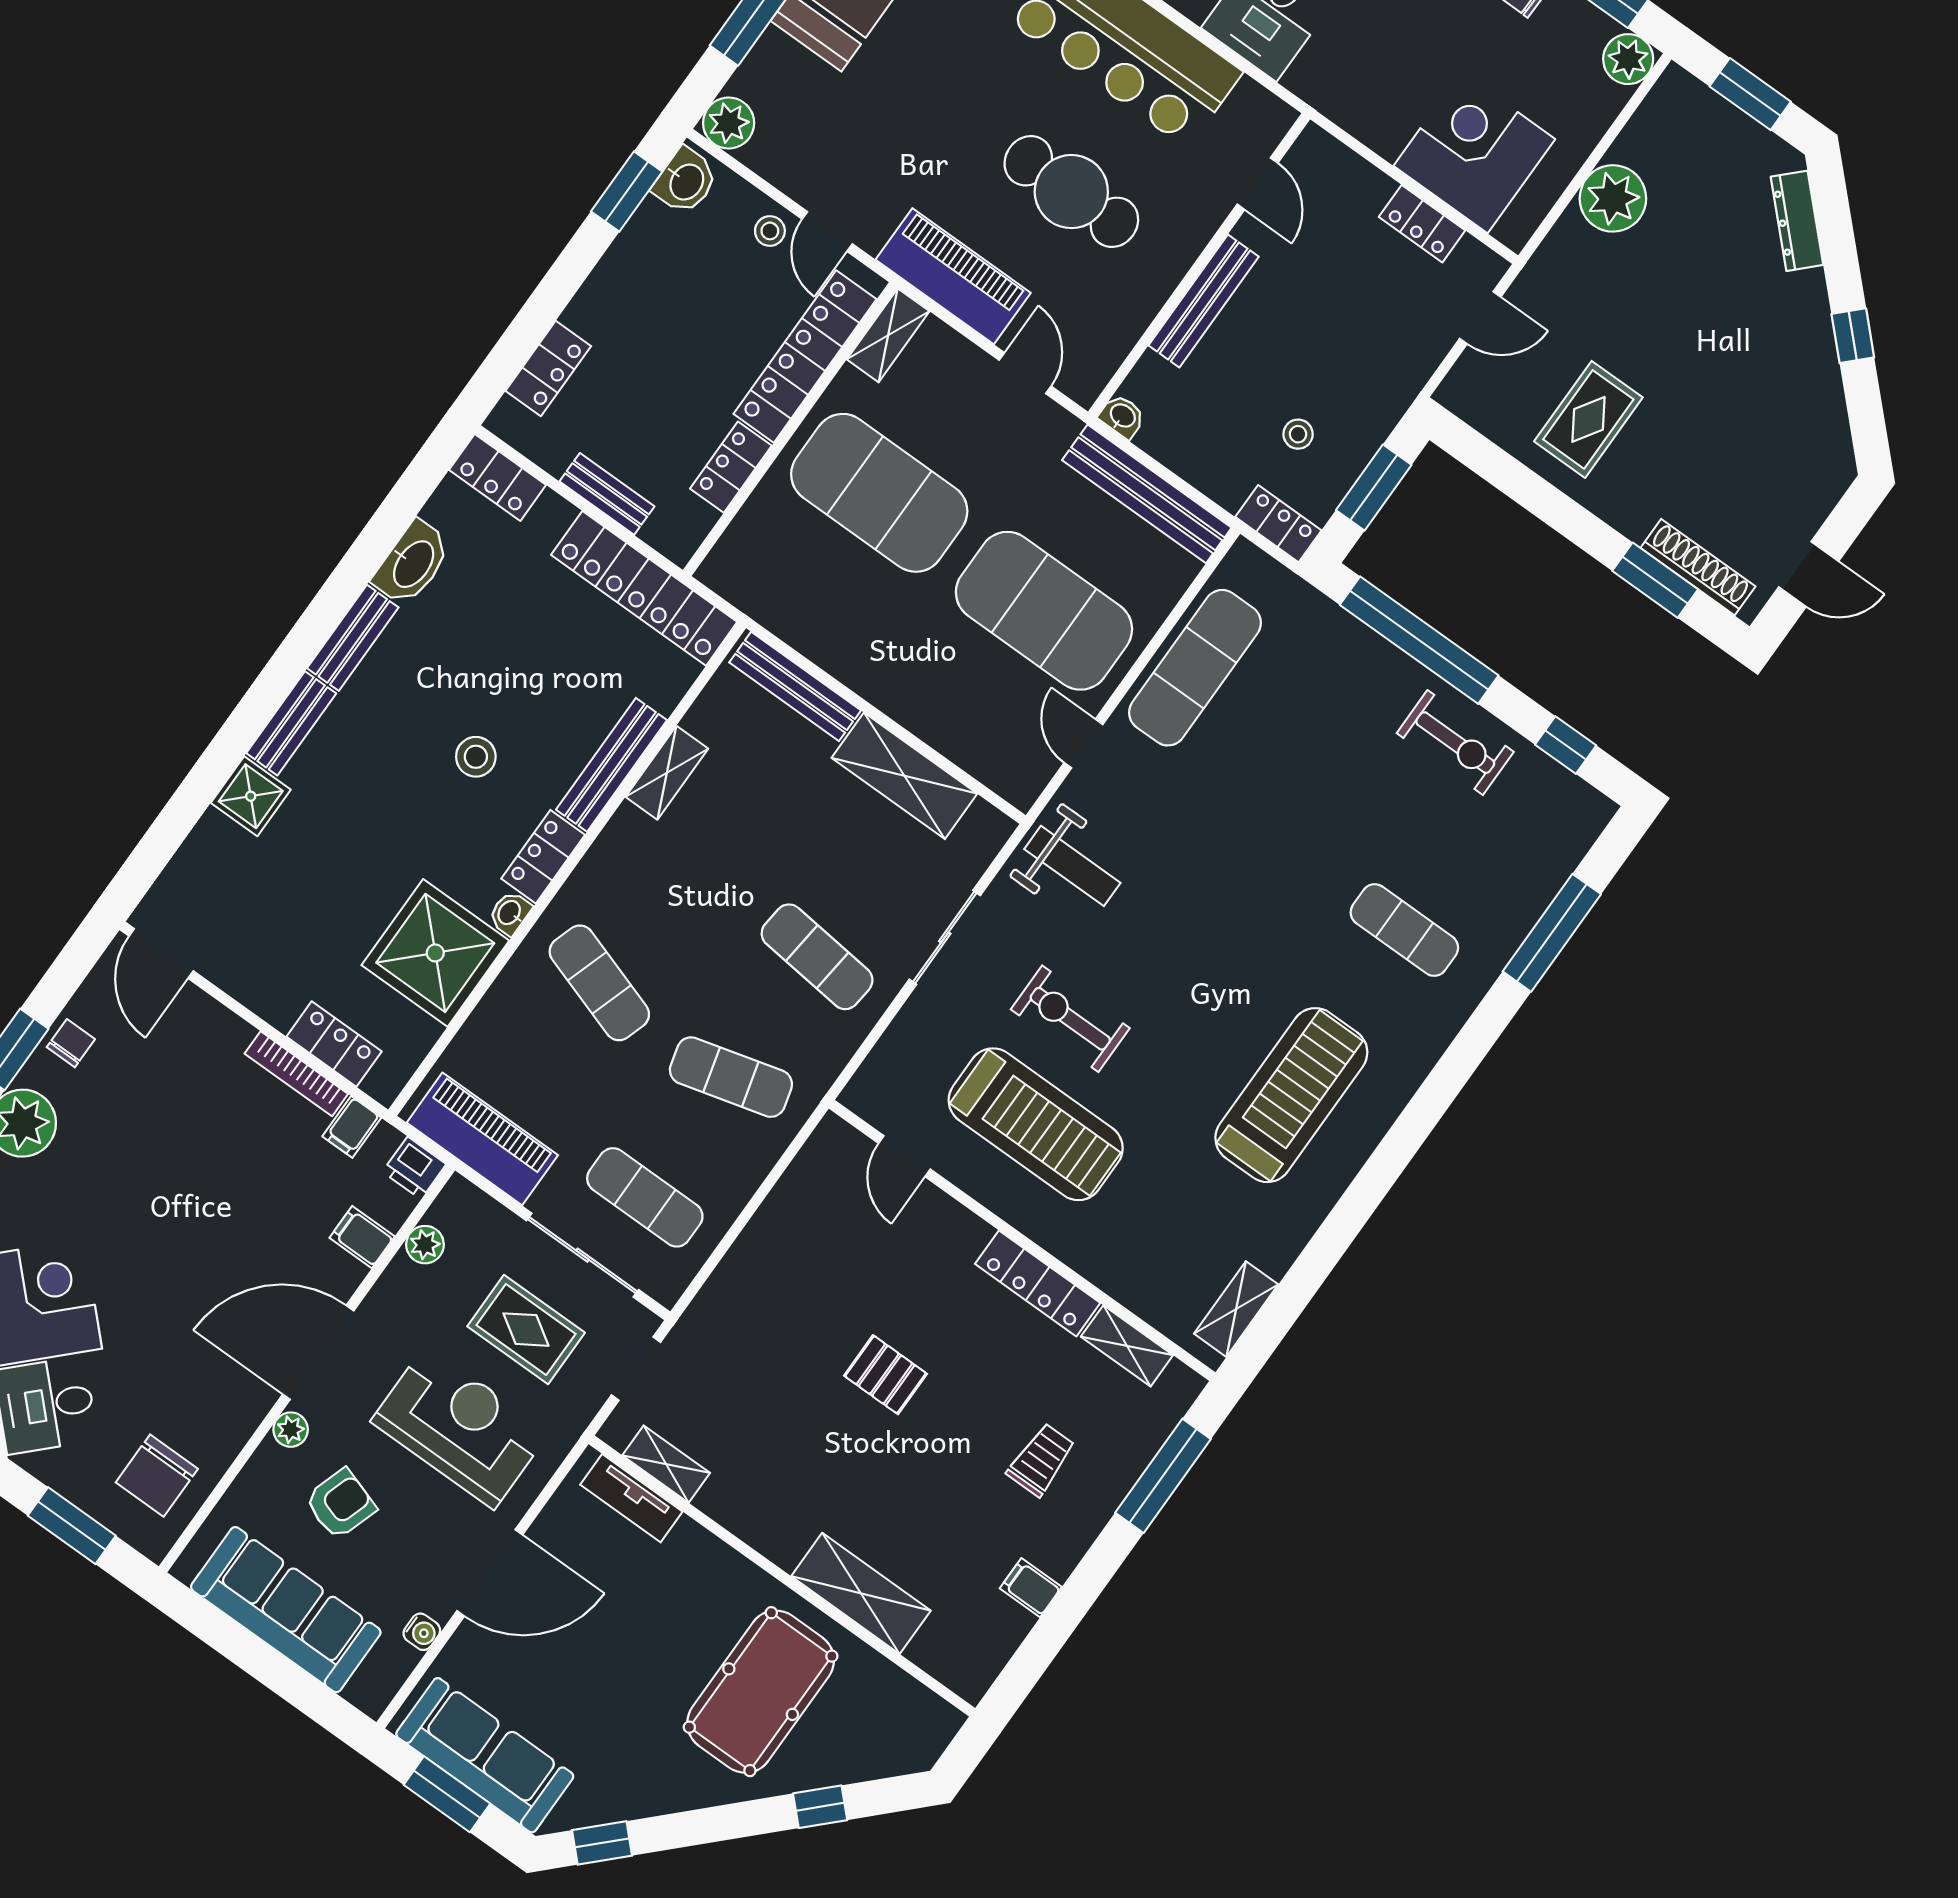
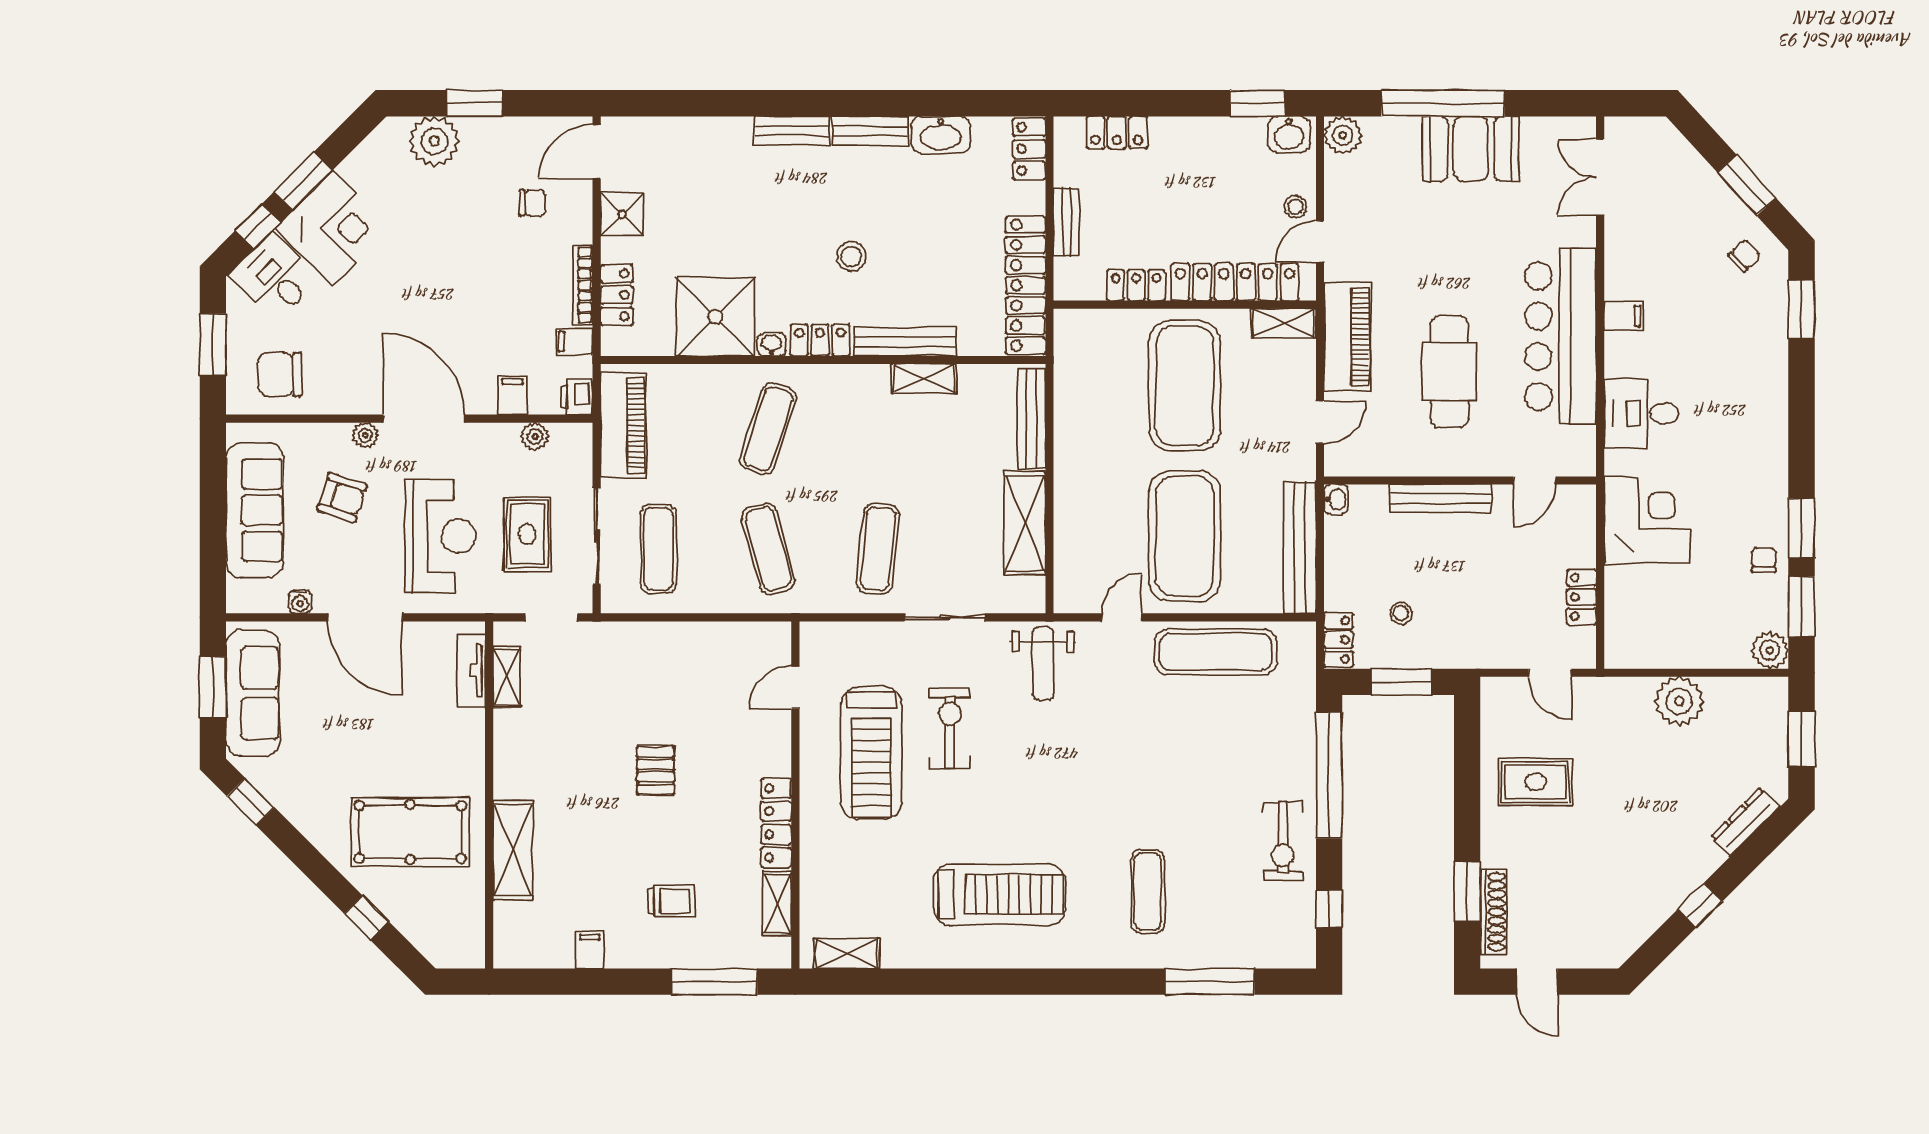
corner desk: (1474, 152) -> (1647, 520), moved
shower: (251, 796) -> (622, 214), moved
chair: (71, 1043) -> (532, 203), moved

